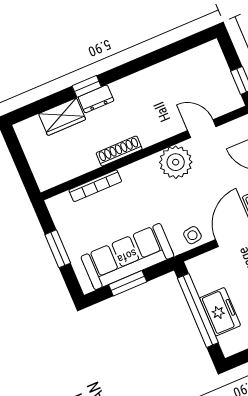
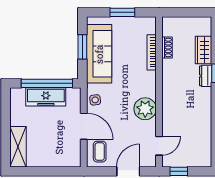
door: (202, 129) -> (159, 146), moved
shoe rack: (119, 151) -> (167, 47), moved, width x0.70
freezer: (220, 312) -> (46, 97), width x1.40

